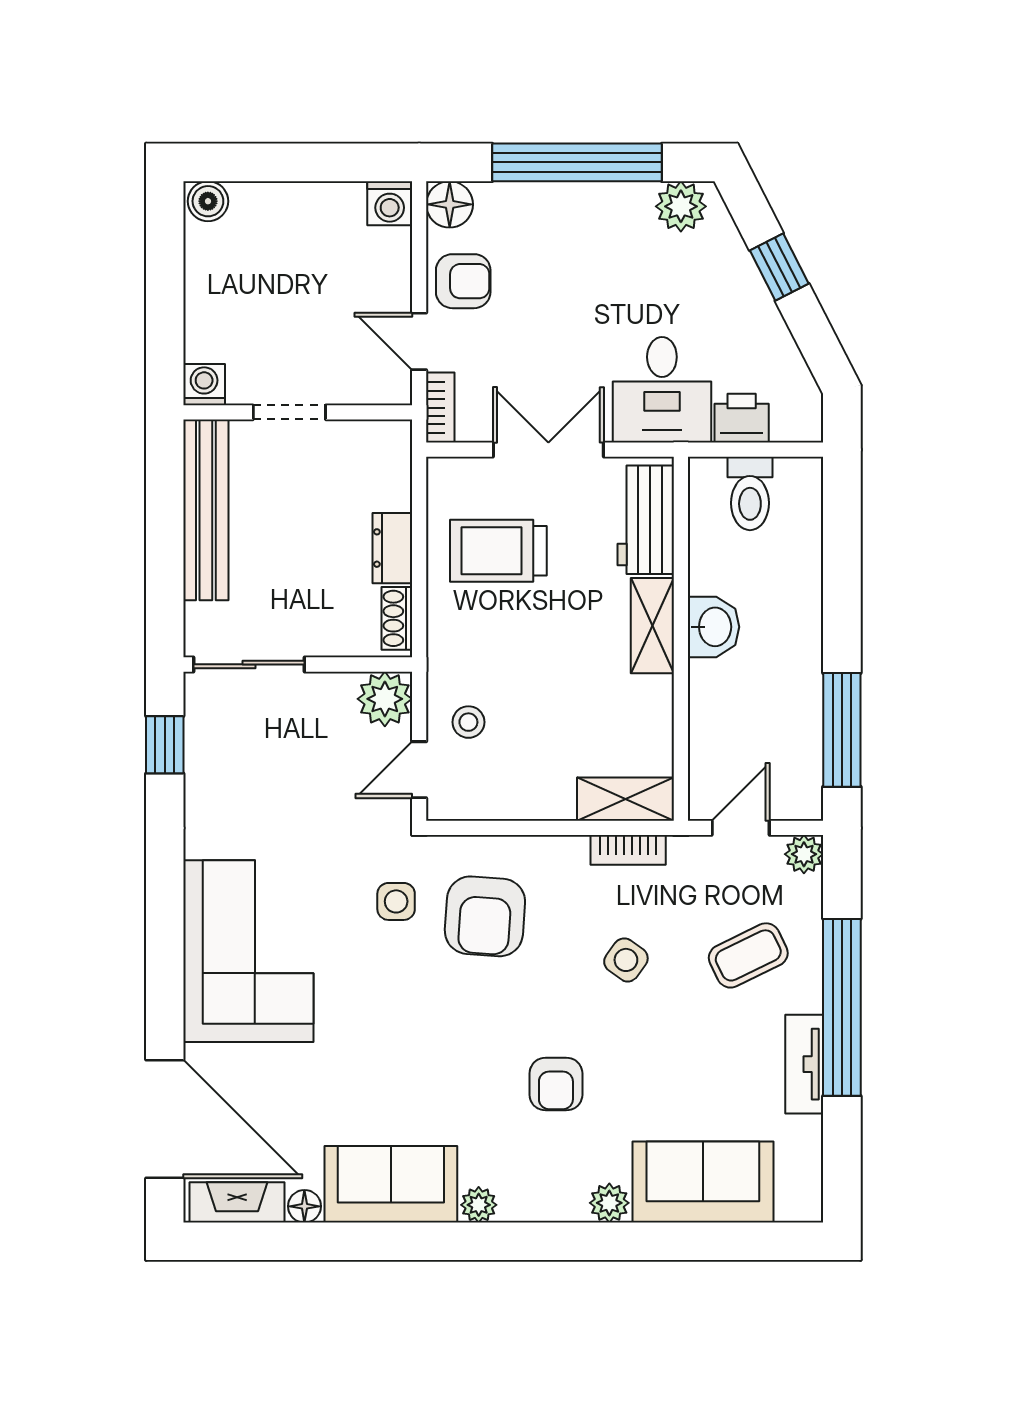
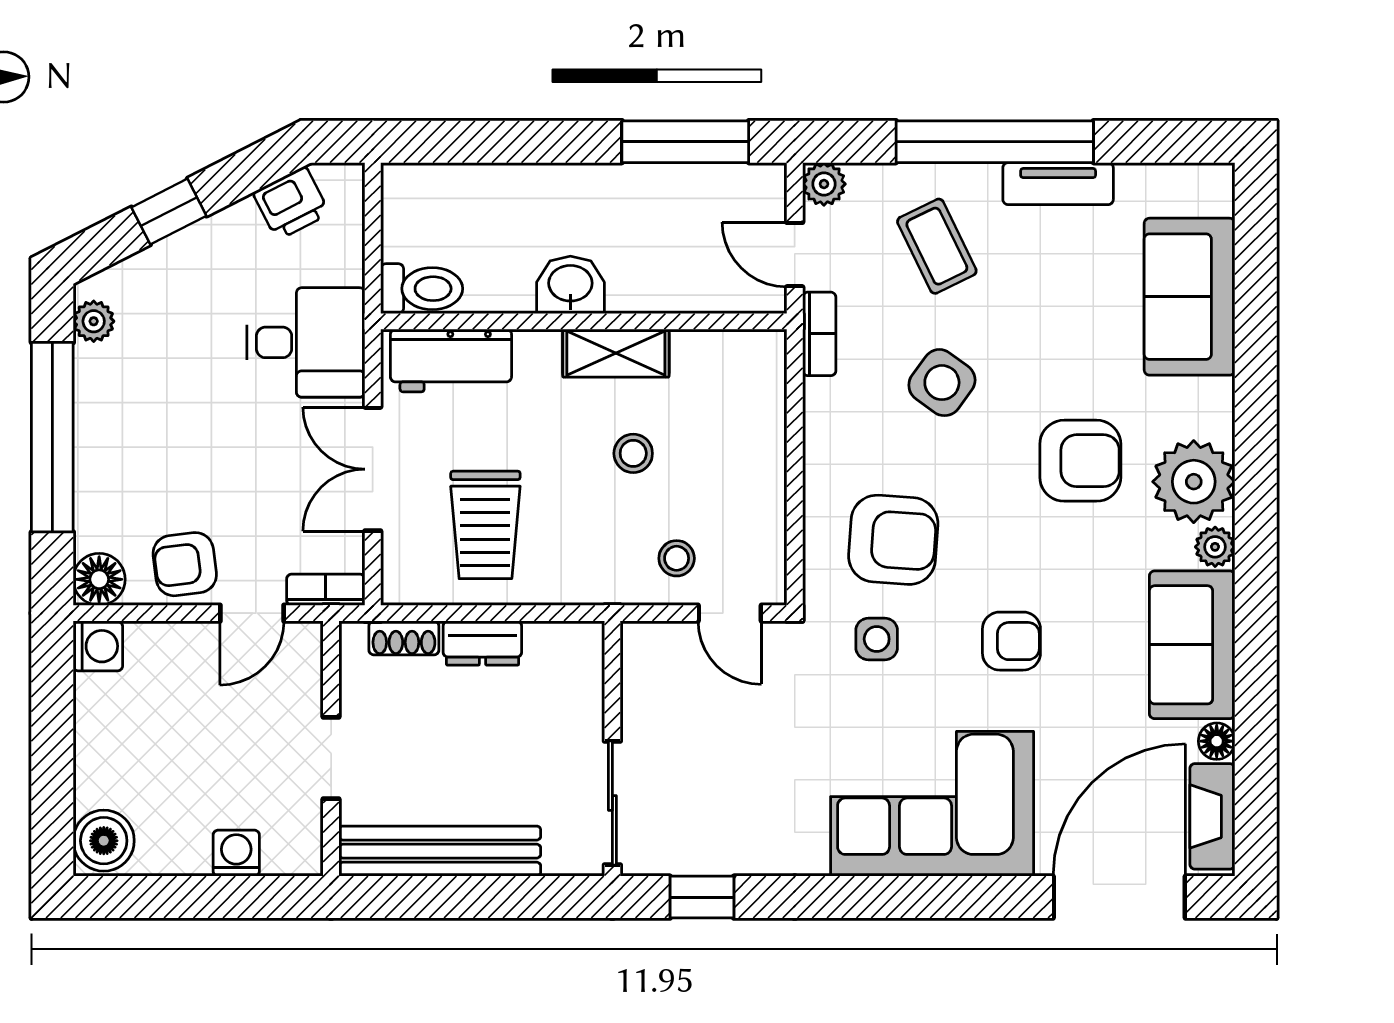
boiler: (208, 201) -> (104, 841), width x1.36, depth x1.36
plant: (681, 206) -> (94, 321), width x0.73, depth x0.73
armchair: (463, 281) -> (185, 564), turned -97
washing machine: (204, 385) -> (236, 853), moved, turned 90
printer: (742, 418) -> (291, 203), moved, turned -117
toilet: (750, 493) -> (422, 289), moved
shoe rack: (397, 618) -> (404, 638), moved
shelving: (652, 626) -> (616, 353), moved
stool: (562, 683) -> (633, 453), added
plant: (385, 699) -> (651, 652), removed
shelving: (625, 799) -> (763, 383), removed
bookcase: (628, 850) -> (819, 334), moved
side table: (626, 960) -> (942, 383), width x1.37, depth x1.37
armchair: (394, 1022) -> (1011, 641), added
armchair: (556, 1084) -> (1080, 461), width x1.38, depth x1.38
plant: (609, 1203) -> (1194, 482), moved, width x1.88, depth x1.88

